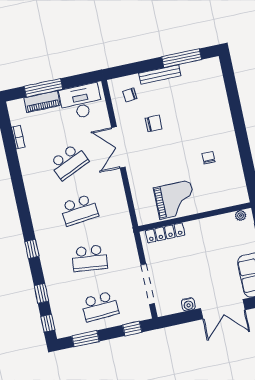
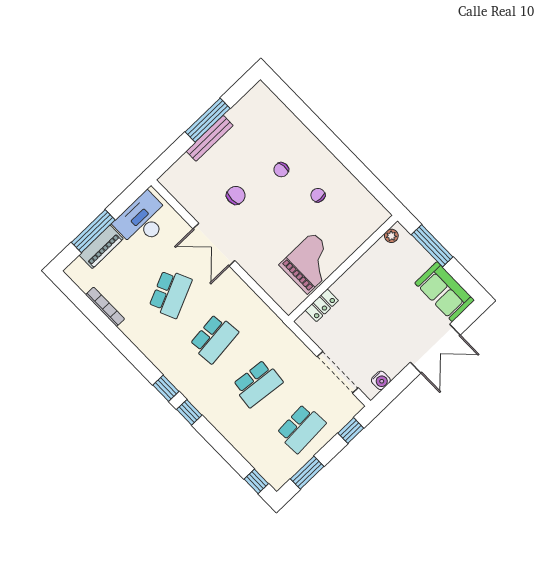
window: (182, 58) -> (208, 120), moved
chair: (130, 95) -> (281, 170), moved
bookcase: (18, 137) -> (105, 307), width x1.56
locker: (165, 233) -> (322, 305), width x0.66
window: (41, 293) -> (166, 388), moved
water cooler: (188, 304) -> (381, 380), moved

